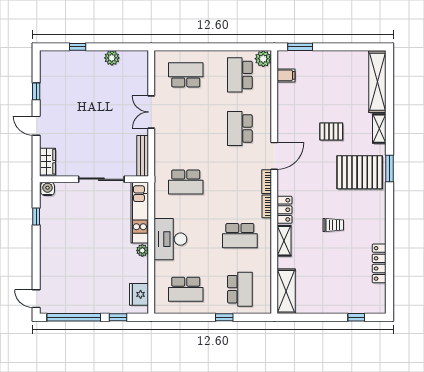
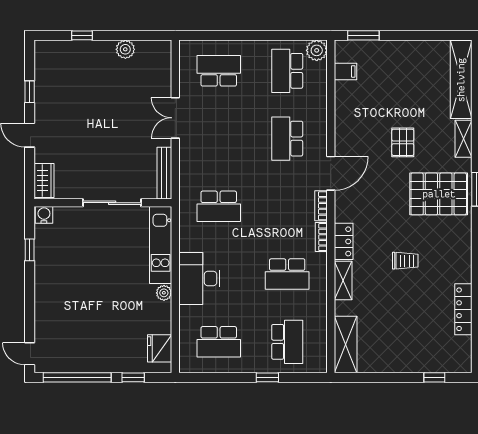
pallet: (331, 131) -> (403, 142), turned 90

